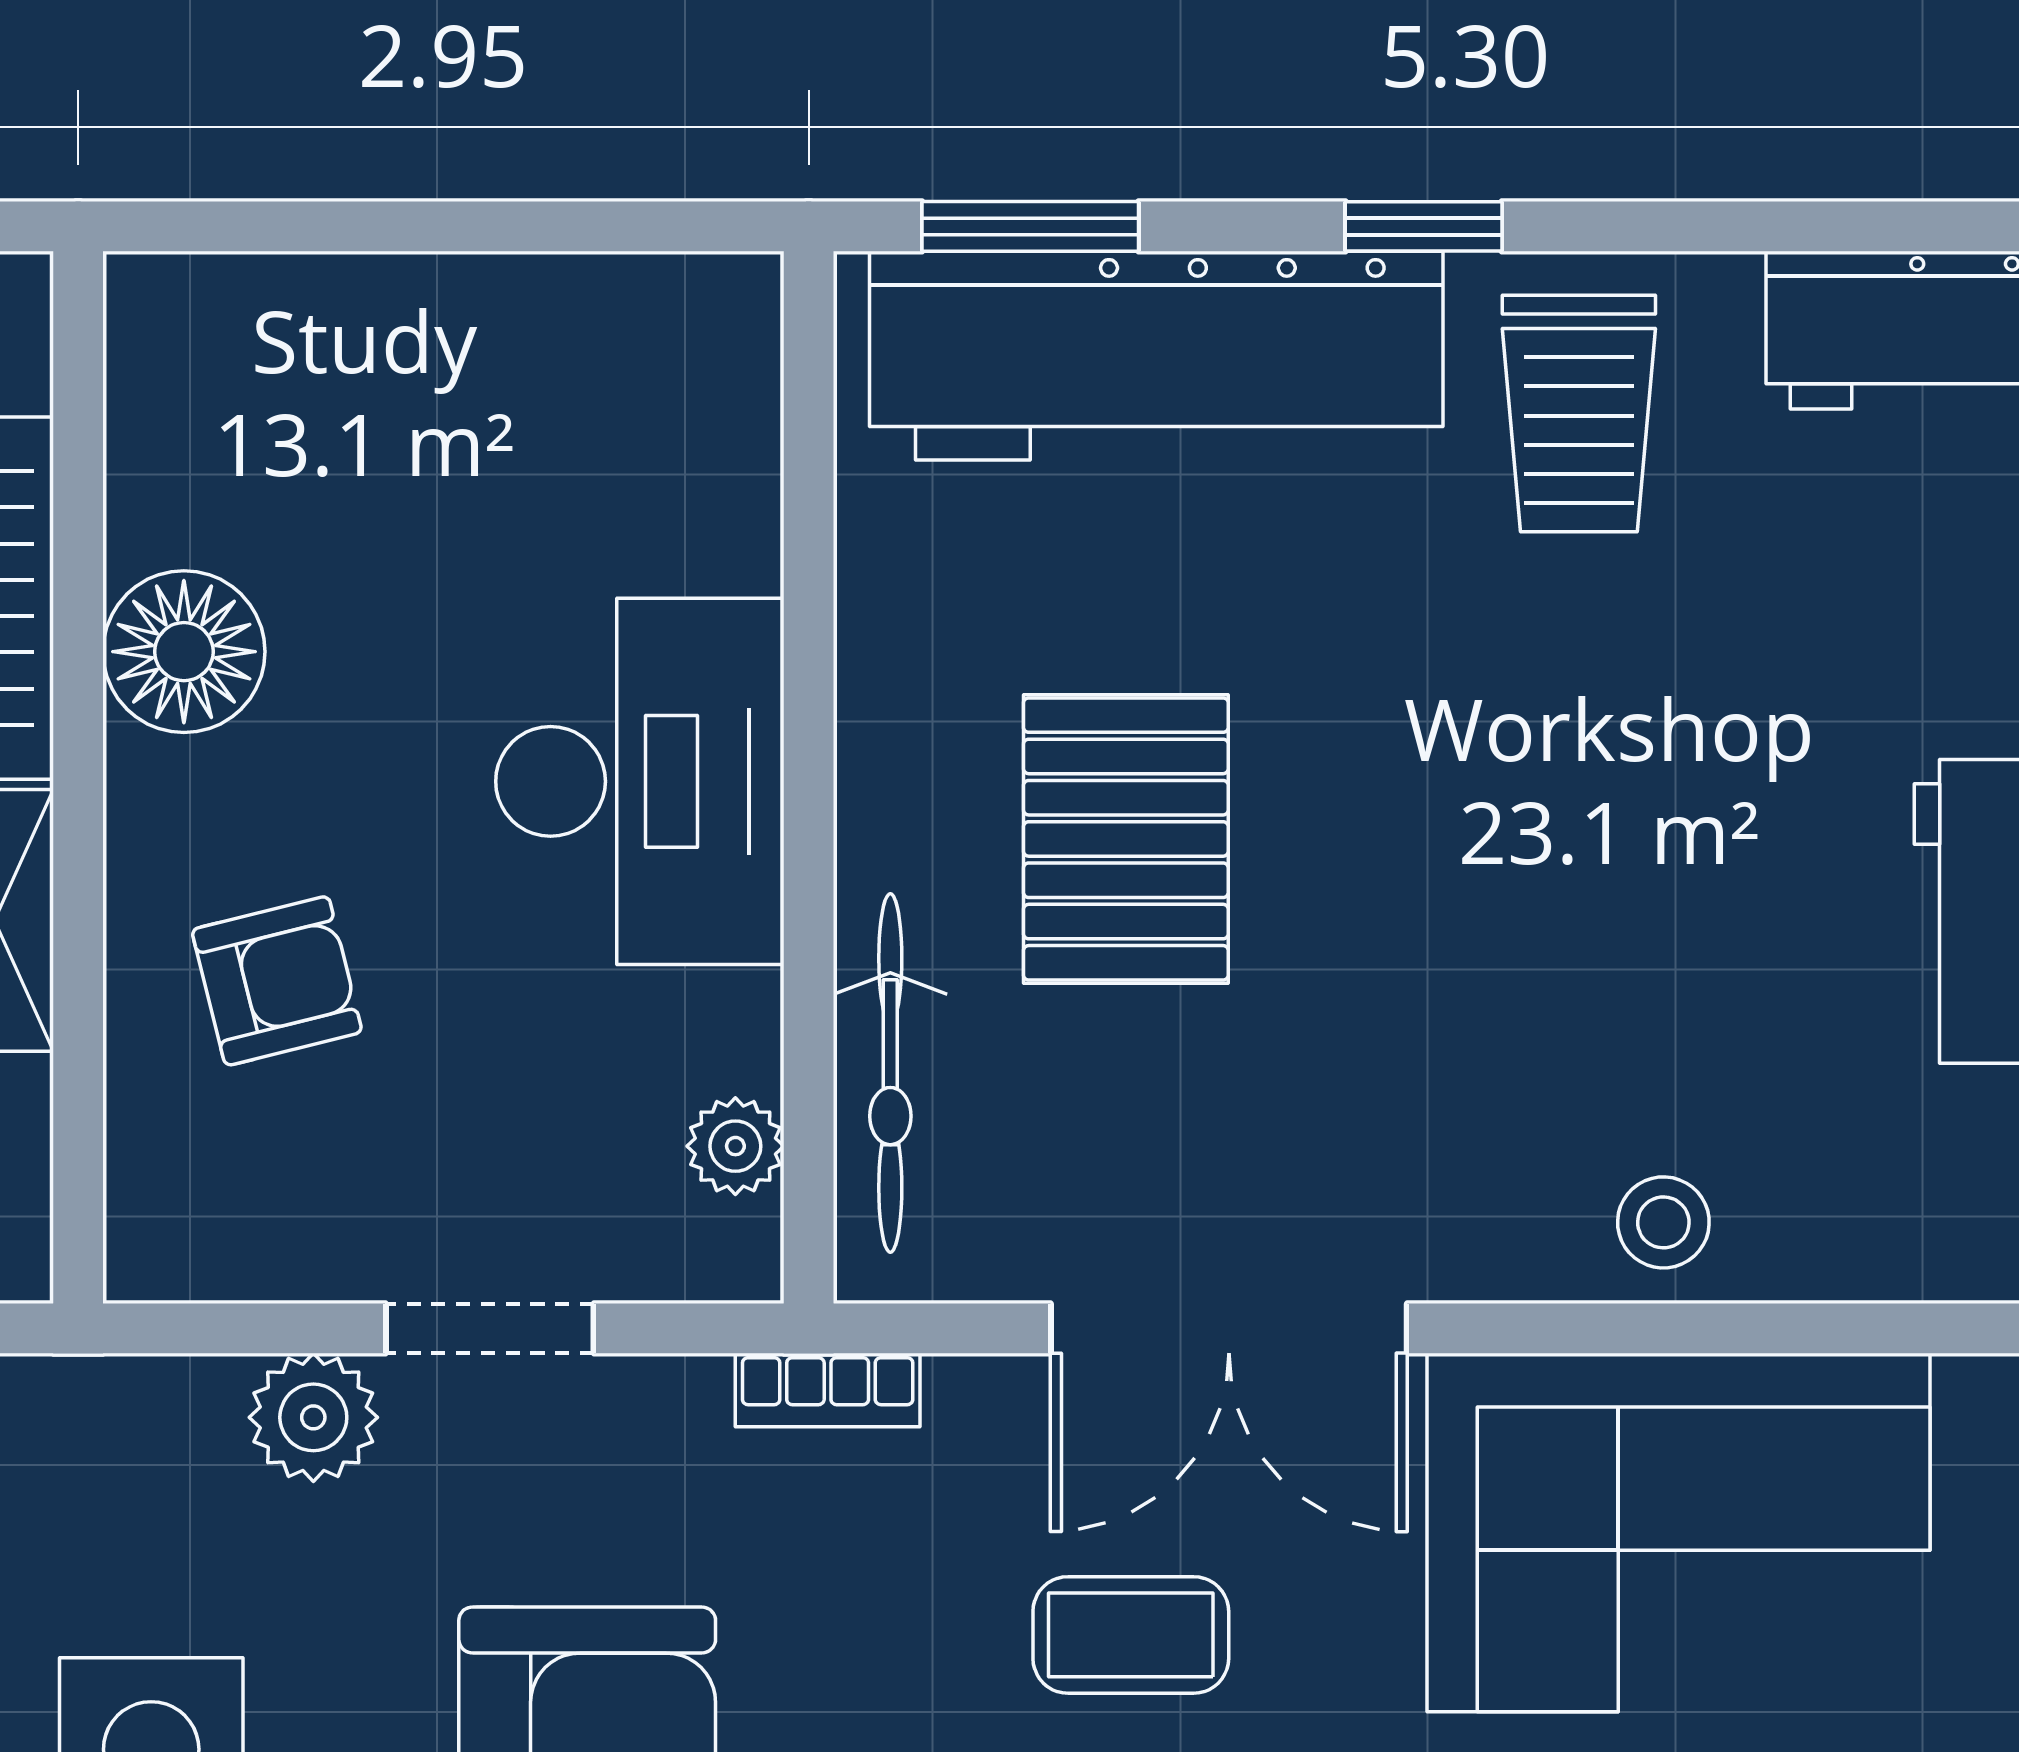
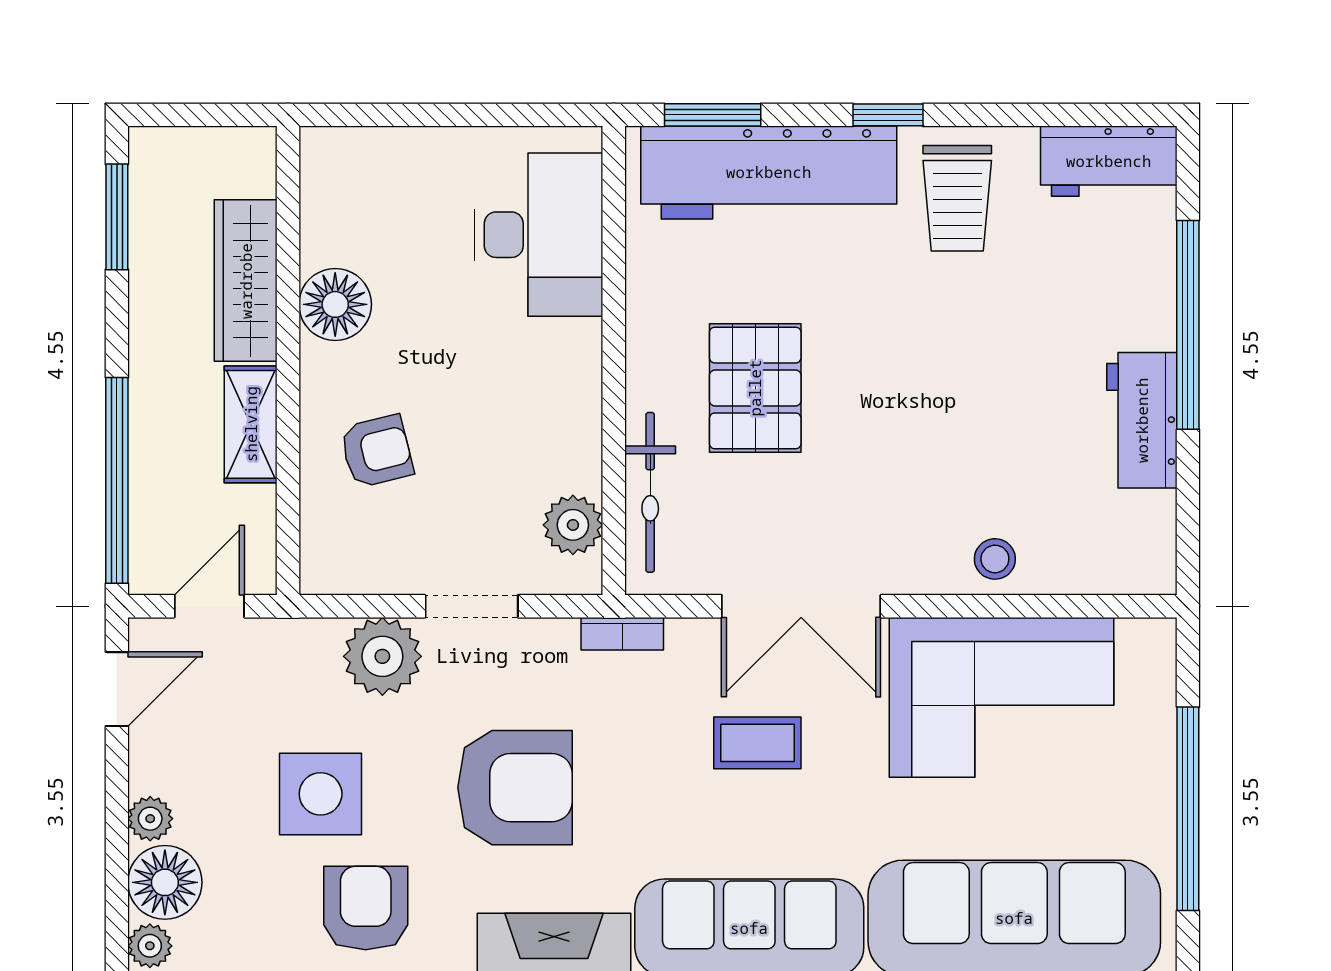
desk: (640, 781) -> (538, 235), moved
plant: (735, 1146) -> (573, 525), width x1.38, depth x1.38
plant: (313, 1417) -> (382, 656), width x1.36, depth x1.36

